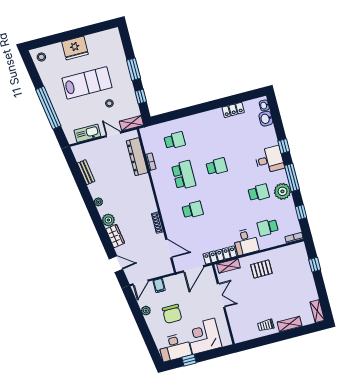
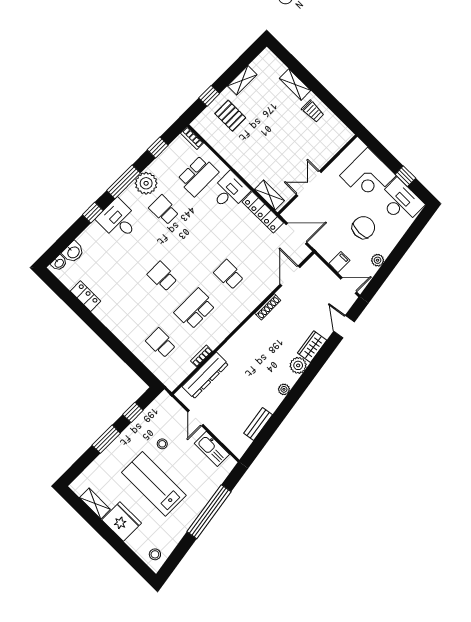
shelving: (131, 123) -> (95, 503), moved
school desk: (268, 227) -> (198, 176), width x1.85
pallet: (261, 269) -> (230, 116), moved
shelving: (317, 311) -> (242, 80), moved

